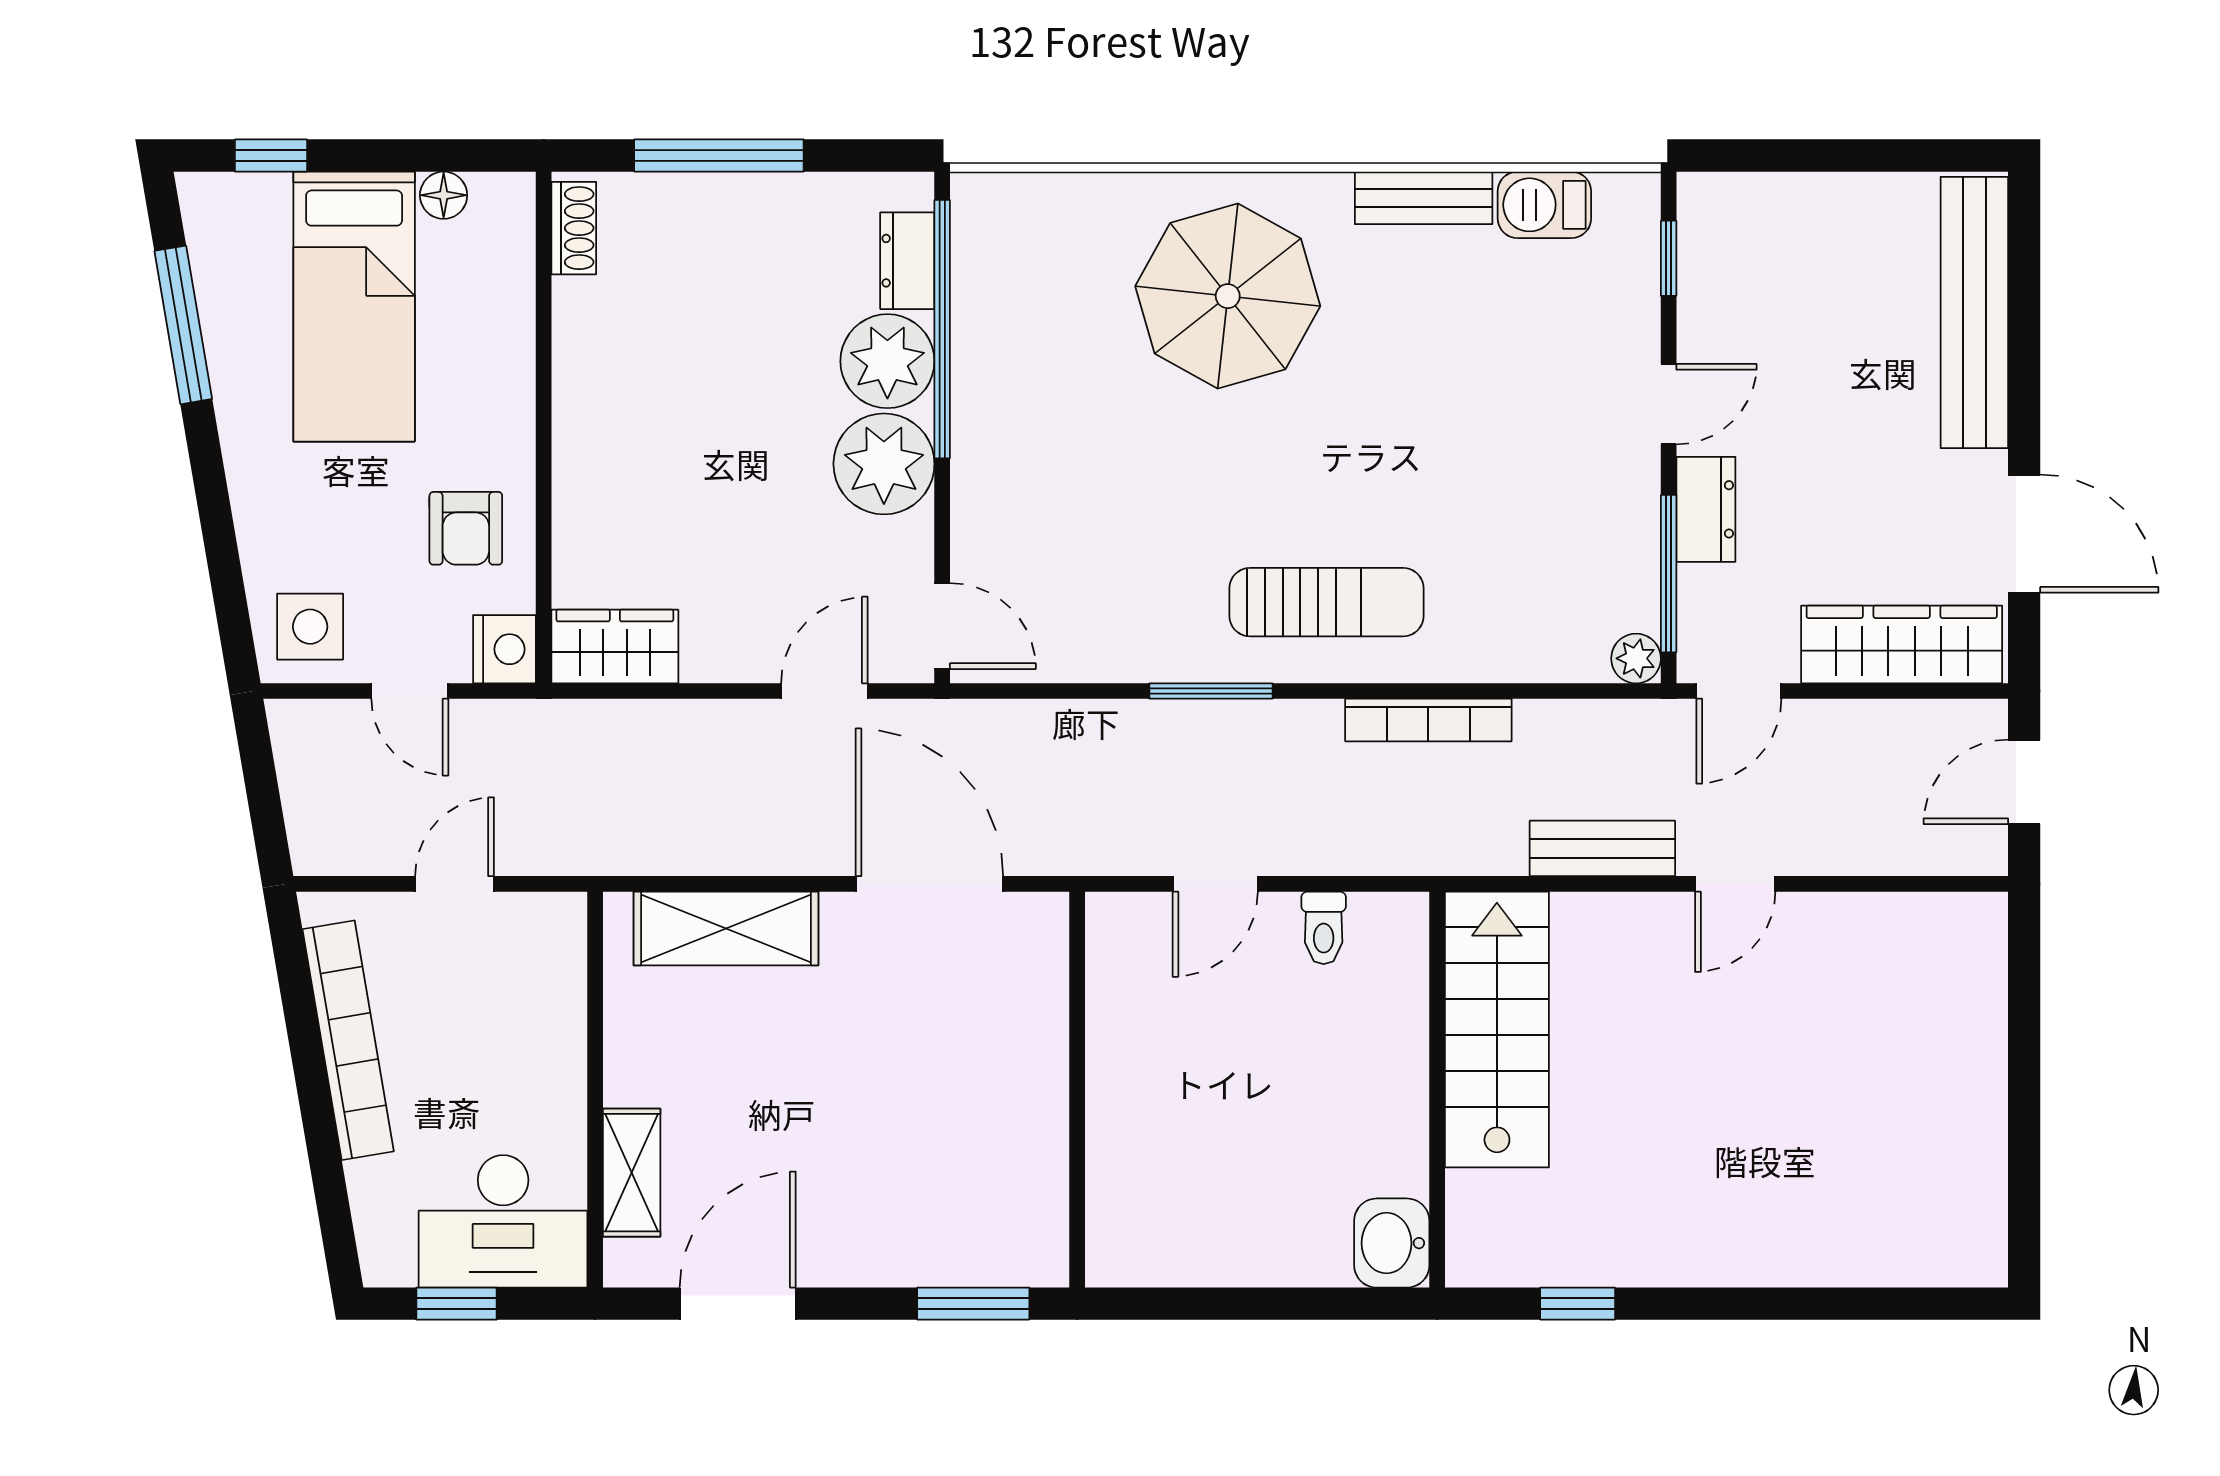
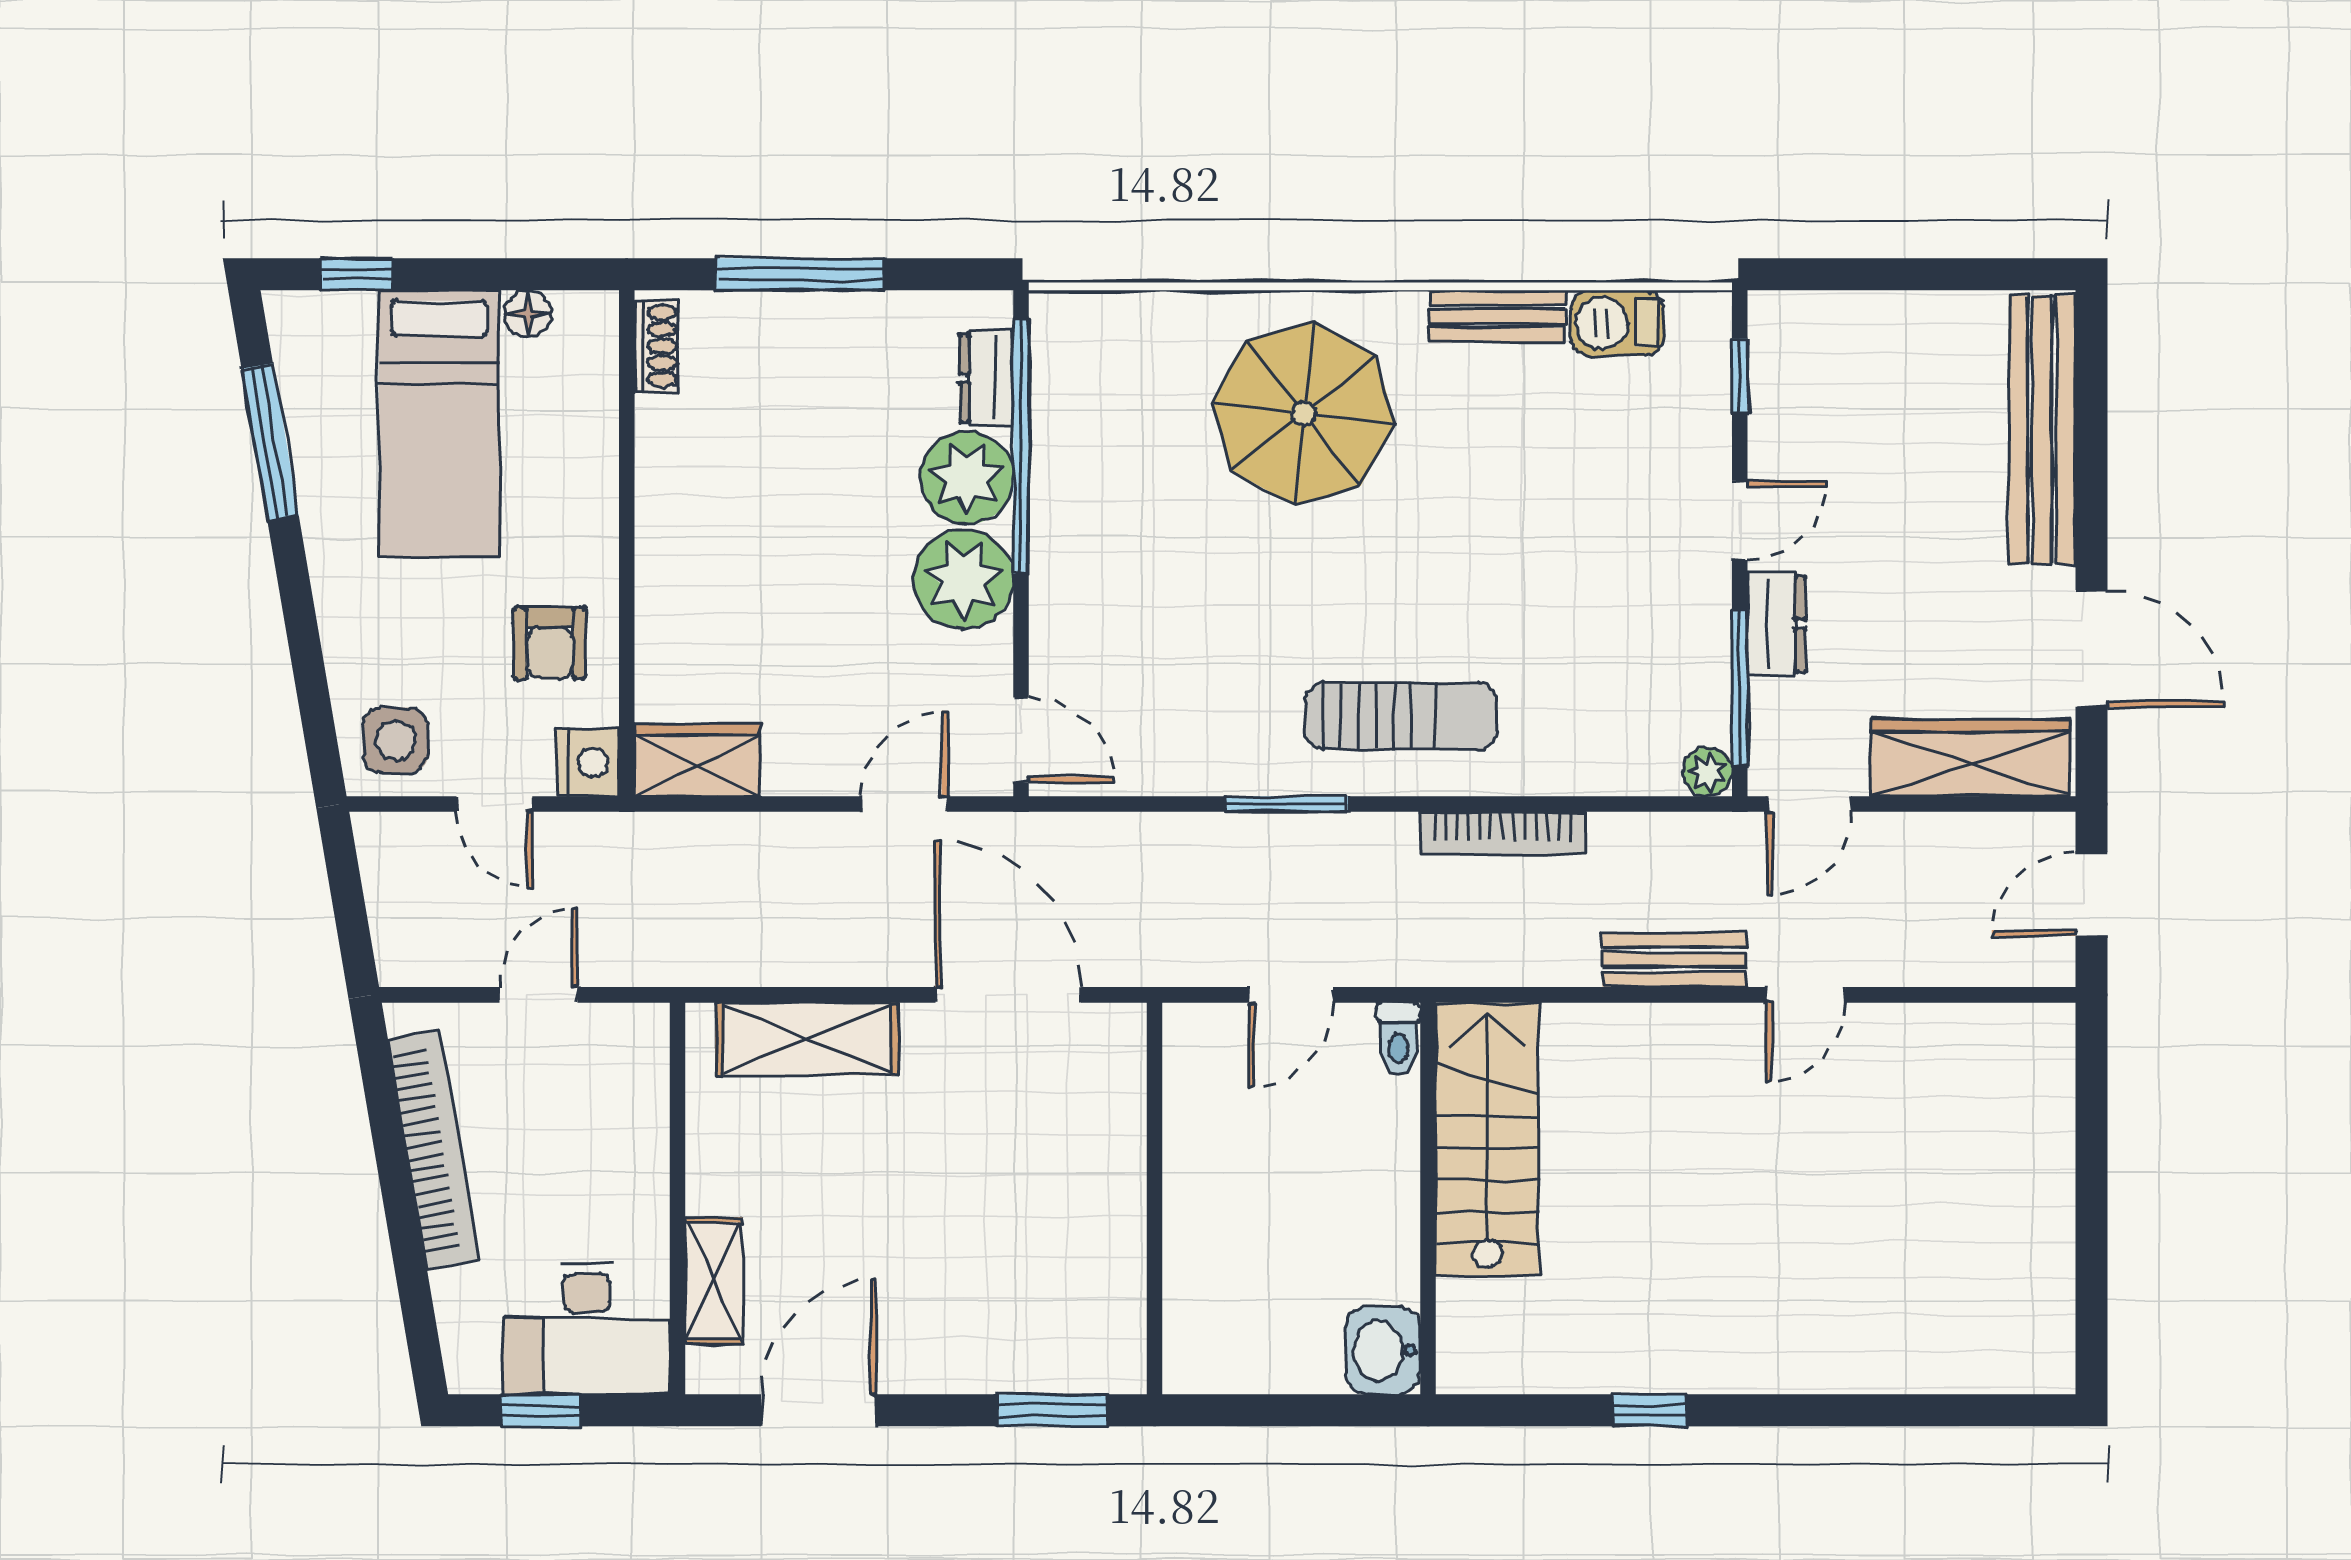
stairs: (1497, 1030) -> (1487, 1139), moved
wall: (1437, 1090) -> (1428, 1198), moved
washbasin: (1392, 1243) -> (1383, 1350), moved

